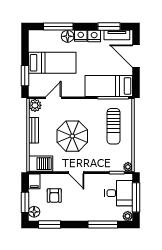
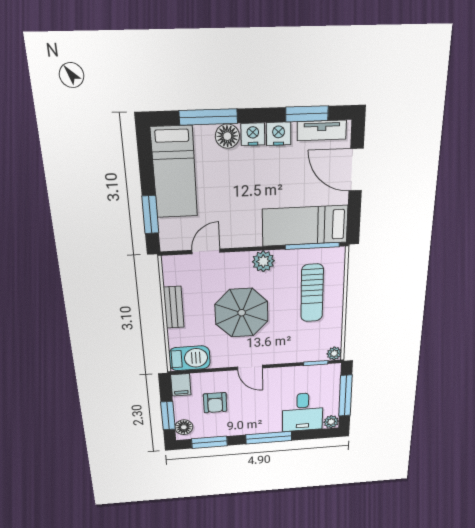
bed: (52, 63) -> (174, 172), moved, turned 90
plant: (35, 105) -> (263, 261), moved
desk: (119, 193) -> (303, 412), moved, turned 90
window: (103, 225) -> (269, 438), moved

